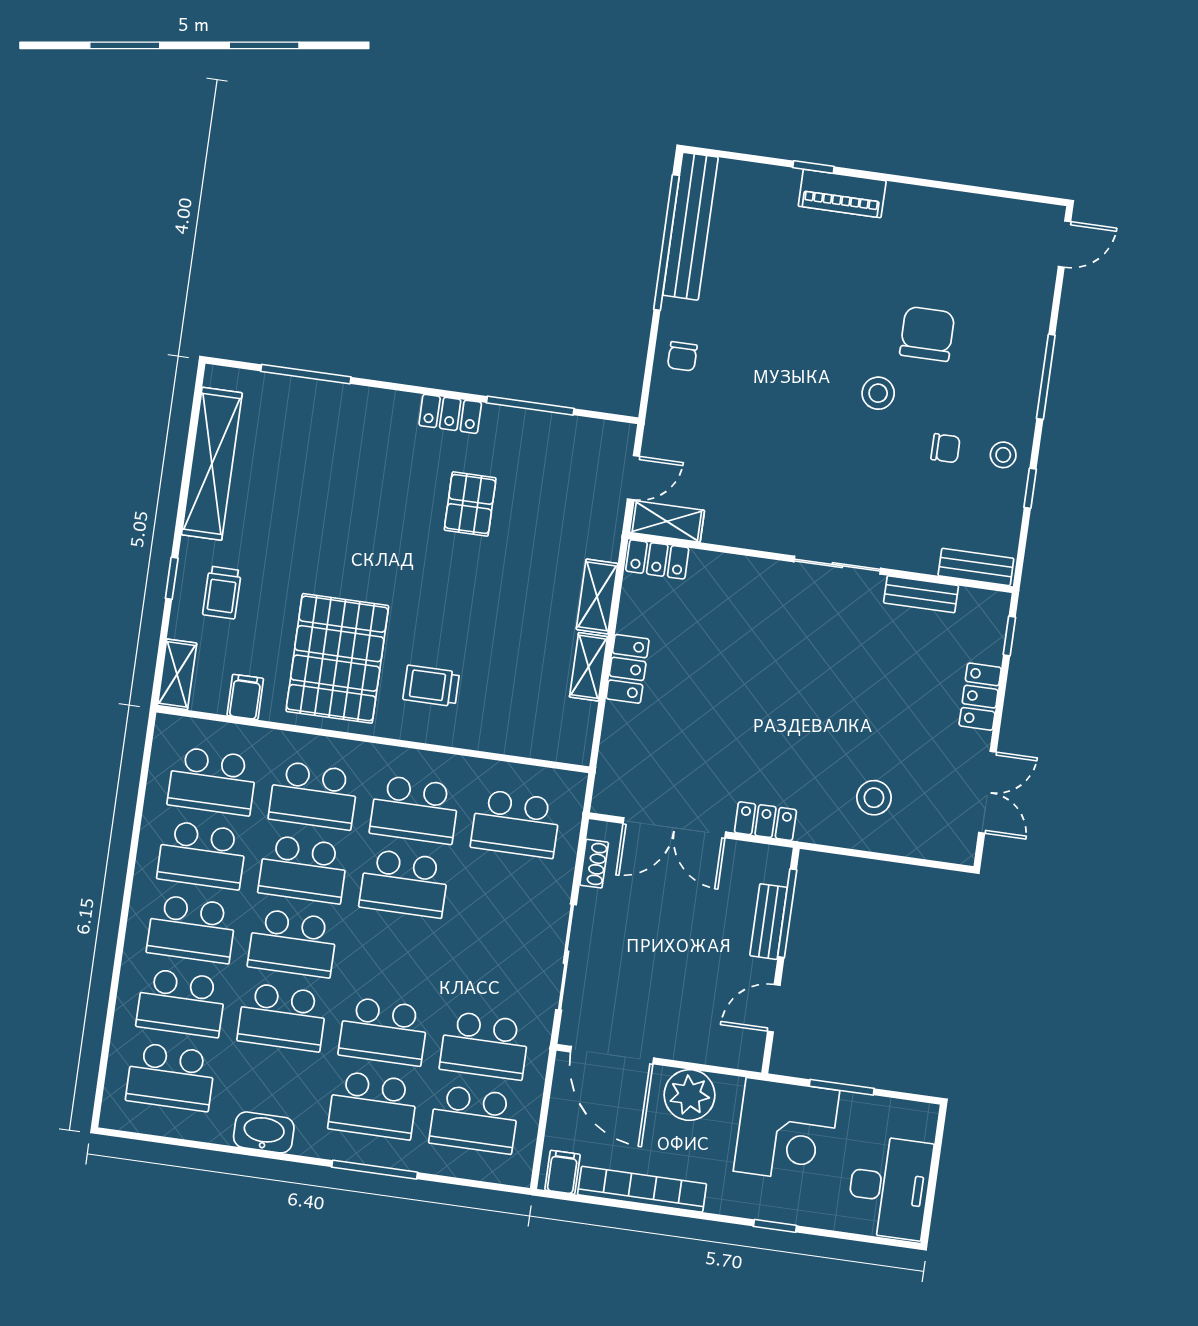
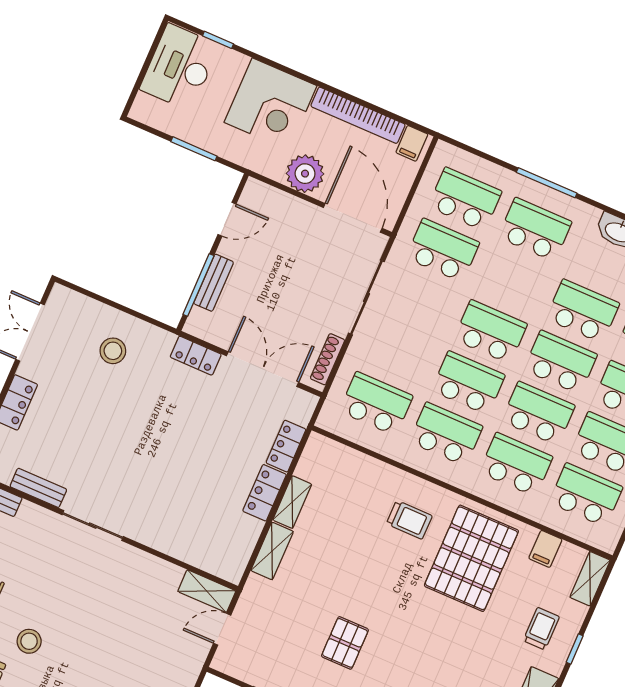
locker: (657, 559) -> (286, 446), moved, turned -90
shoe rack: (594, 864) -> (328, 359), width x1.43
school desk: (383, 1031) -> (490, 332), moved
corner desk: (787, 1131) -> (270, 104), moved, turned 180
window: (775, 1226) -> (218, 40), moved

